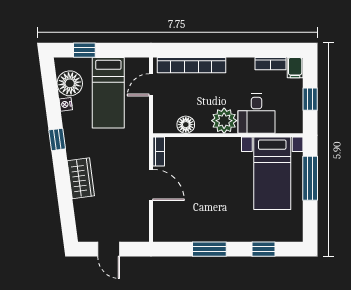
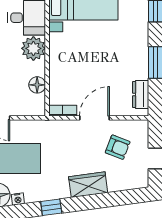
armchair: (120, 209) -> (118, 147), added
dresser: (176, 233) -> (141, 94), added

